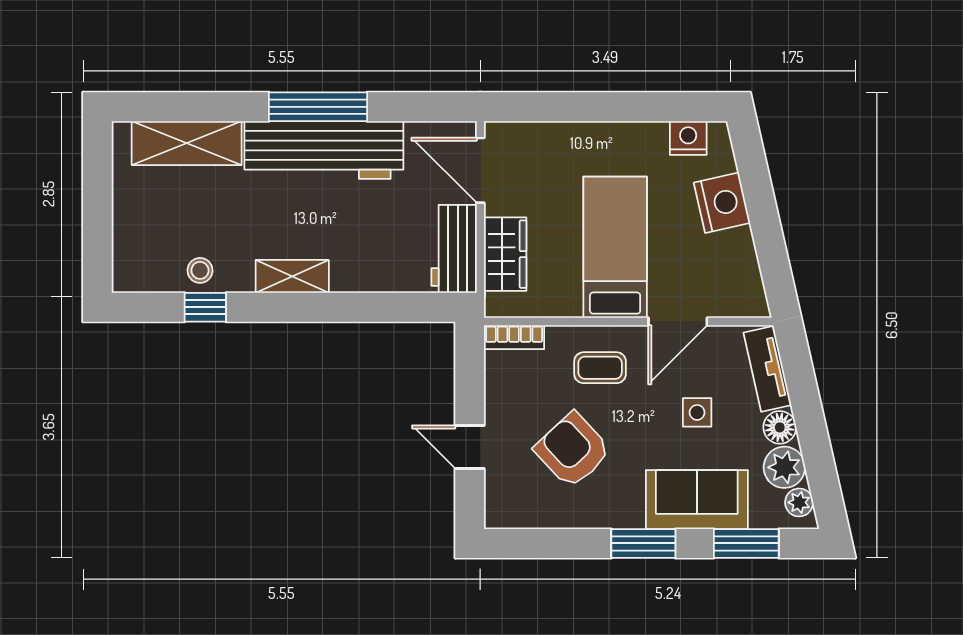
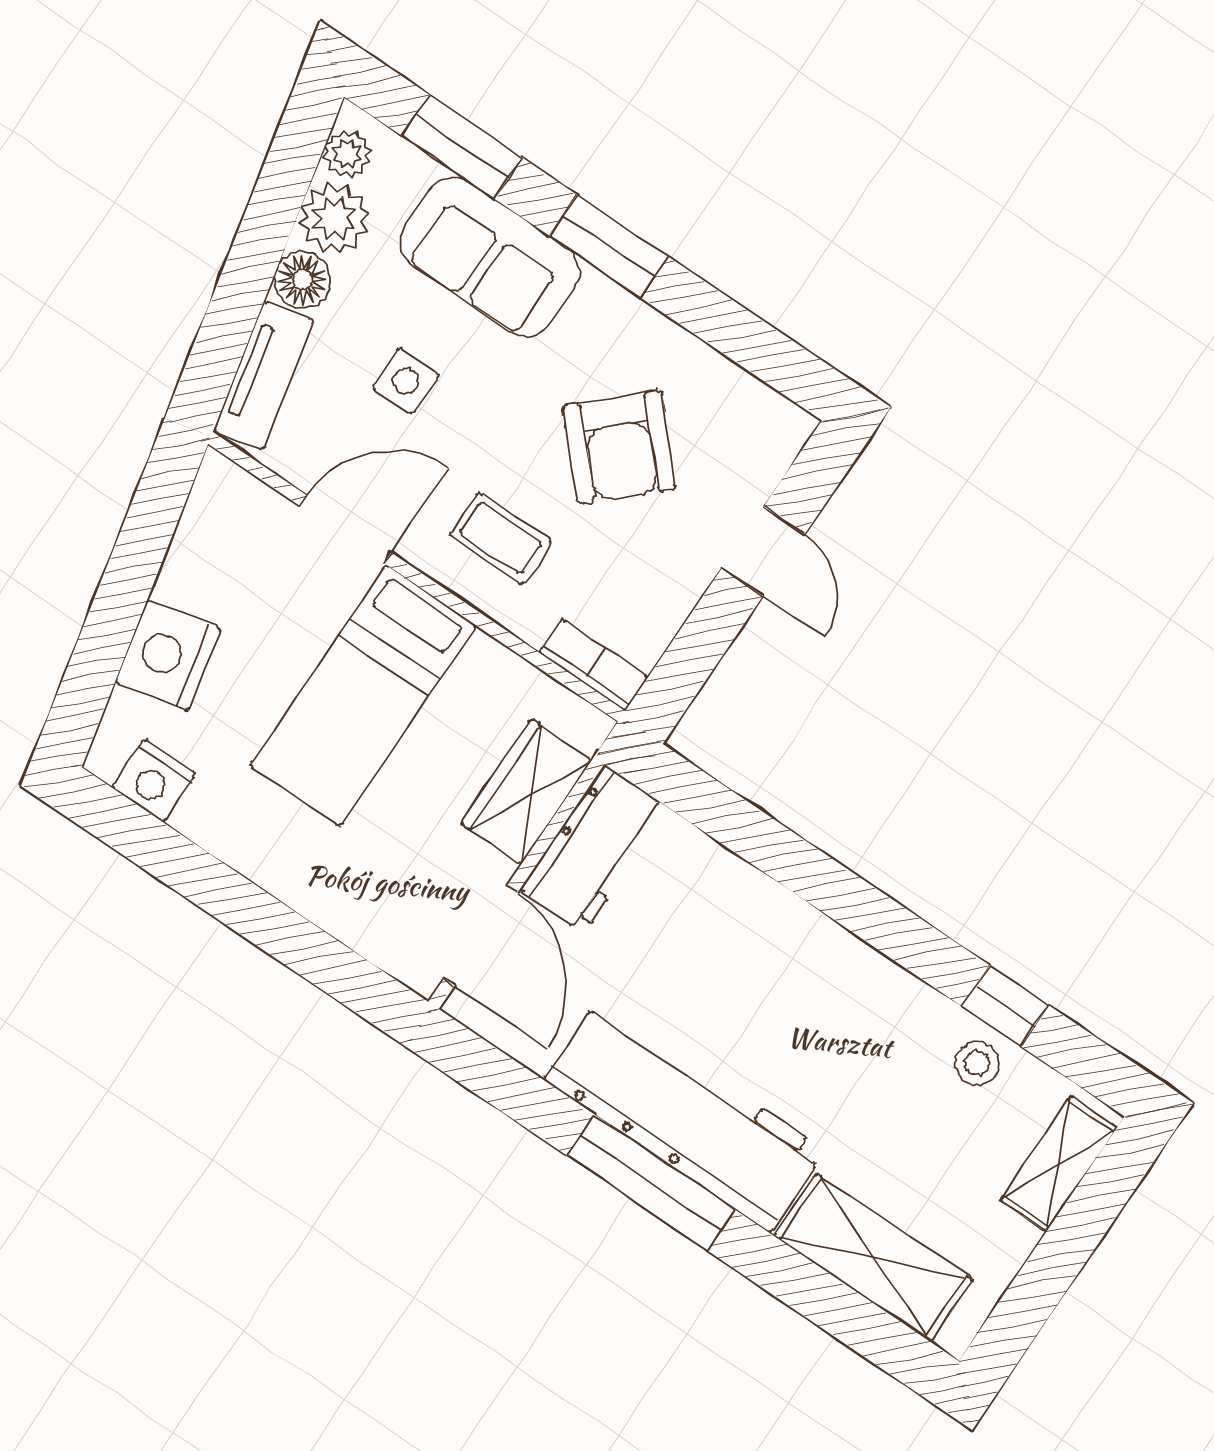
shelving: (292, 276) -> (1058, 1164), moved, turned 90

